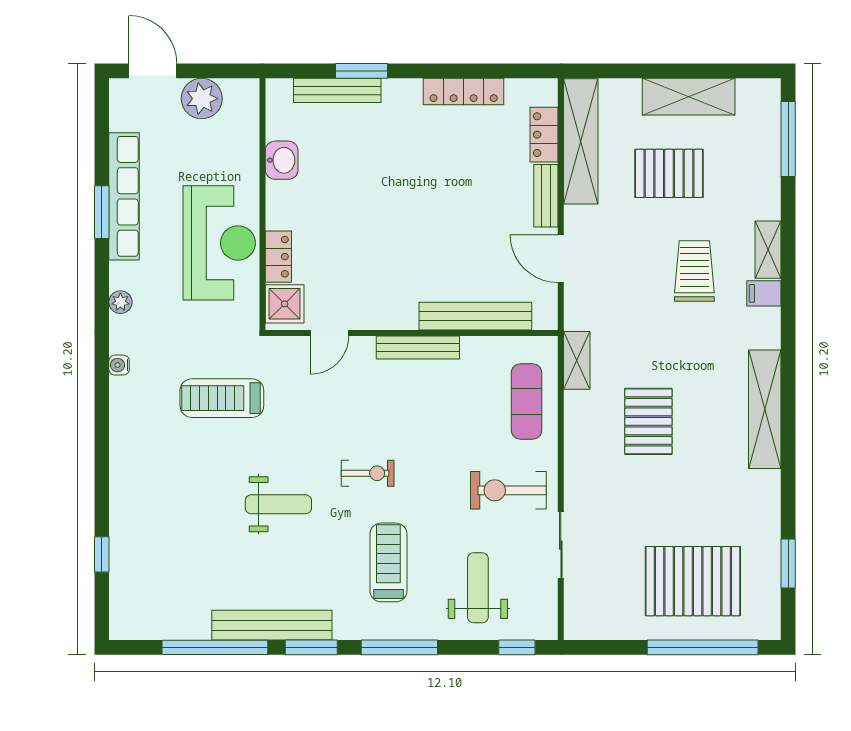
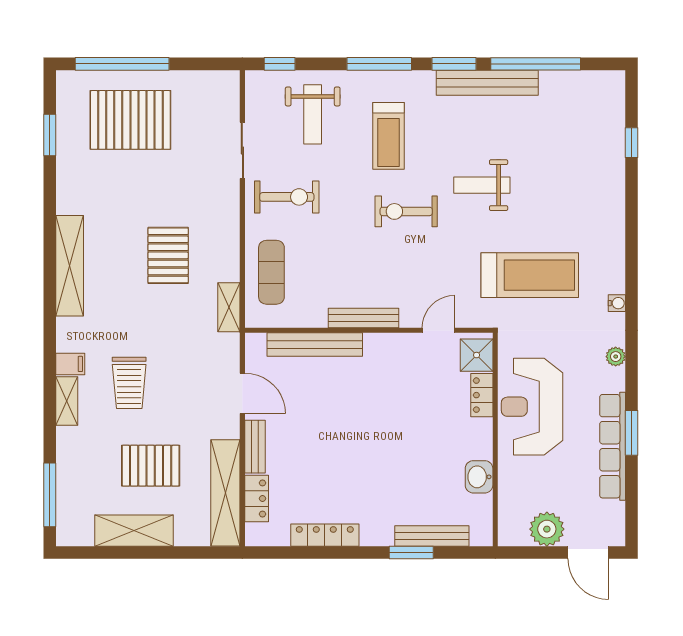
treadmill: (222, 398) -> (530, 275), width x1.37, depth x1.38
exercise bike: (368, 473) -> (406, 211), width x1.38, depth x1.39

